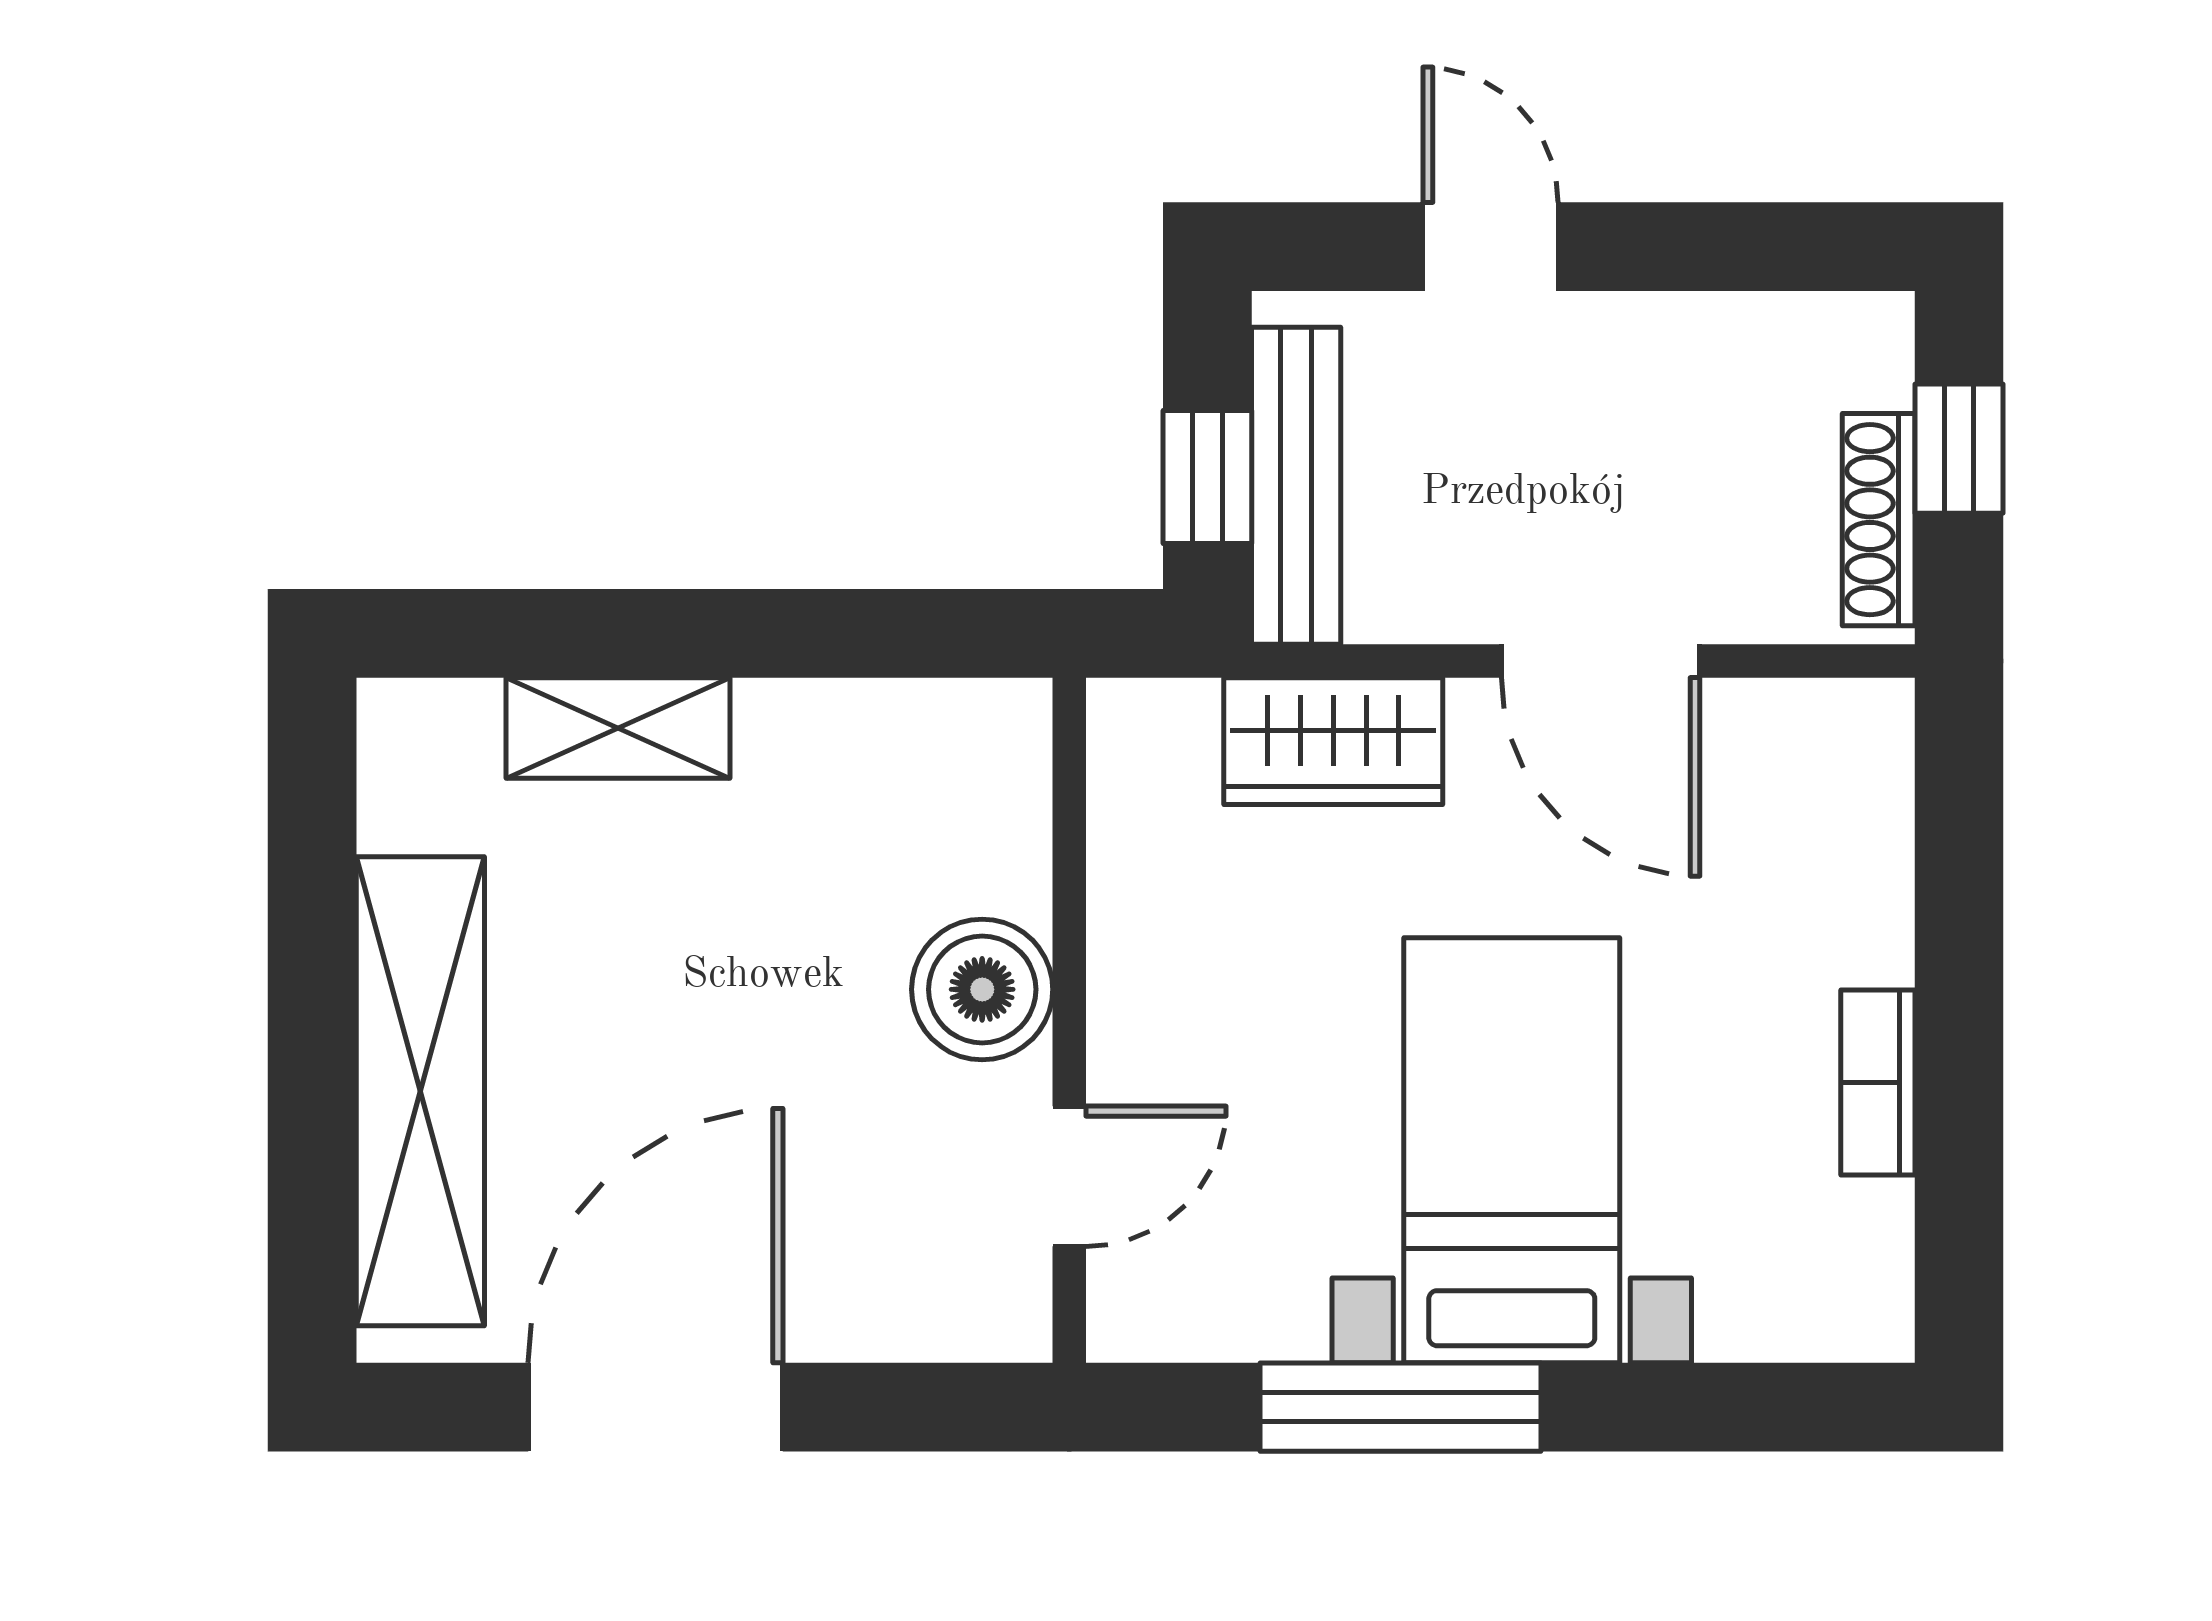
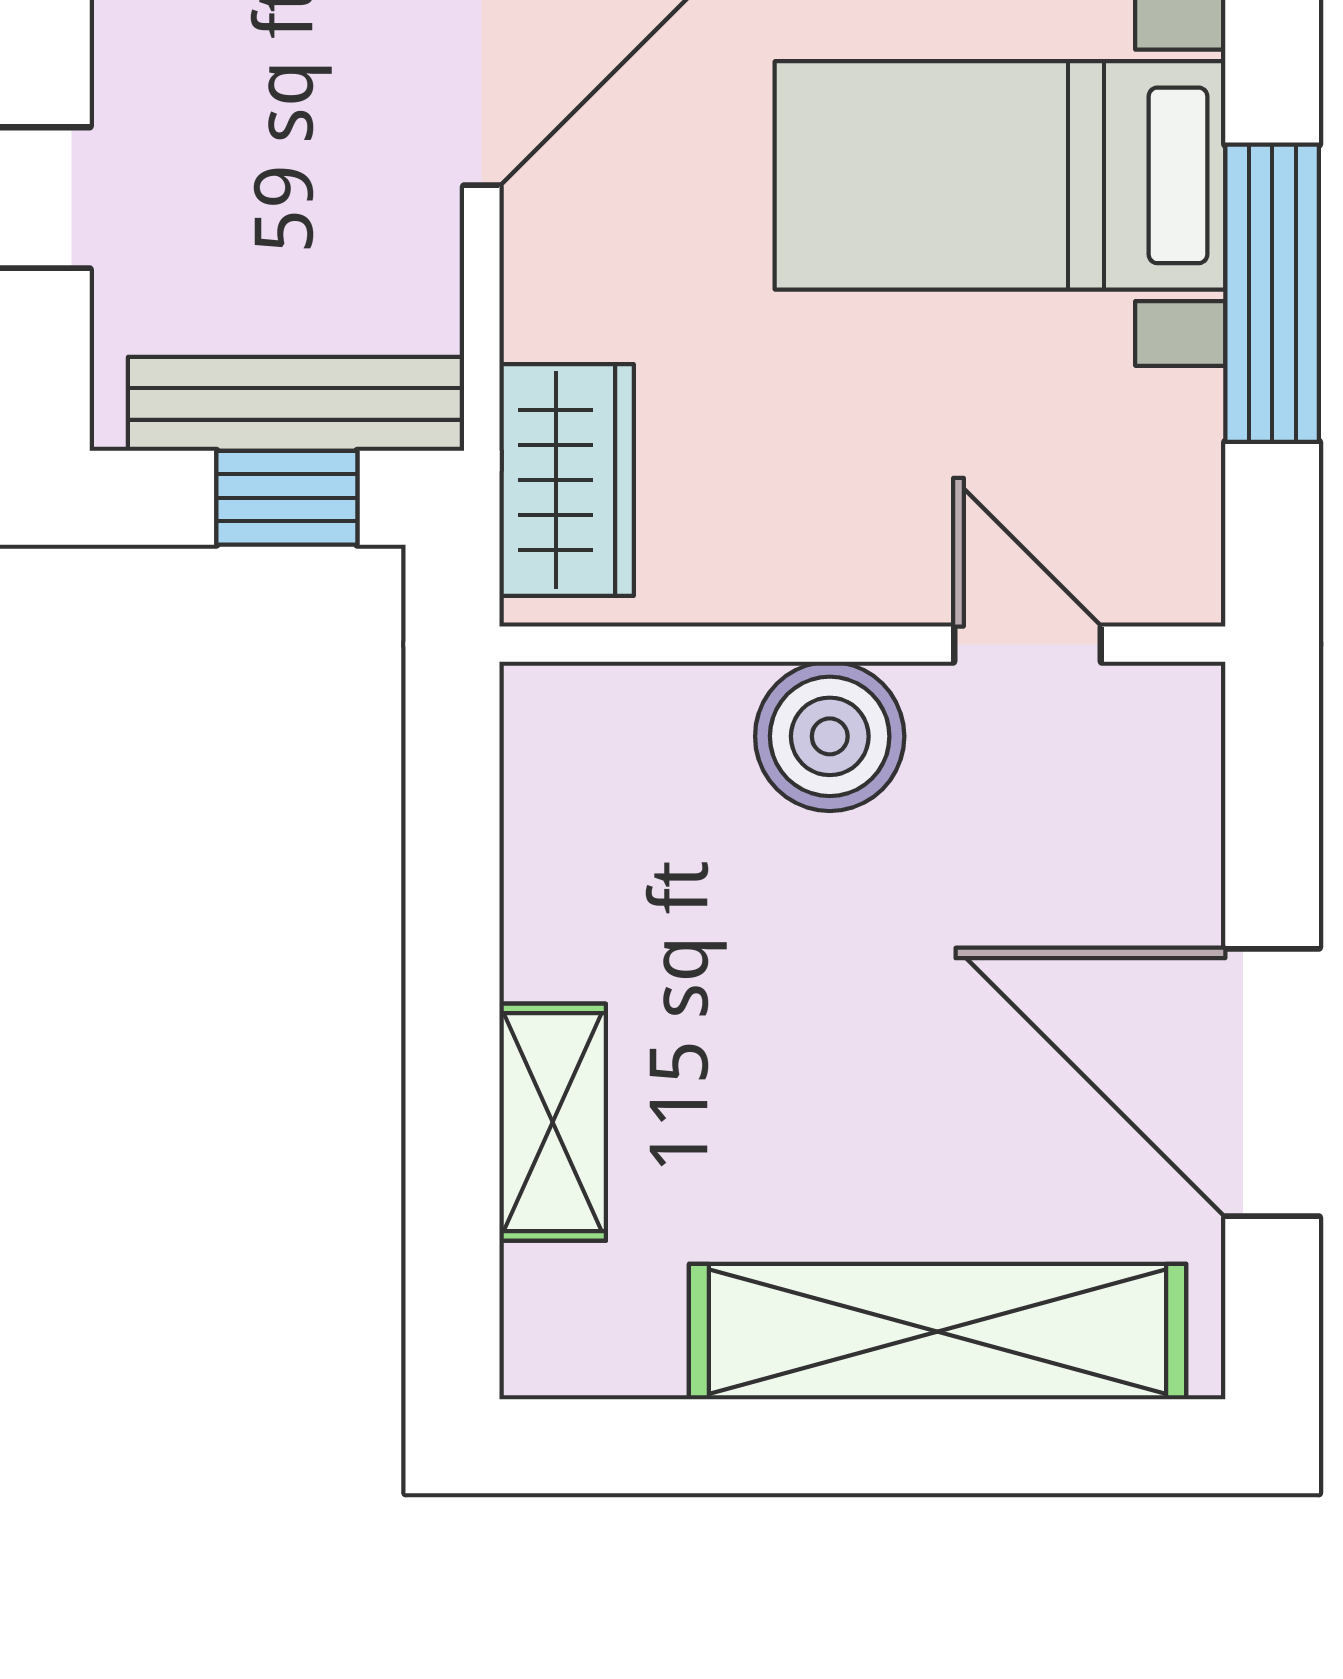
wardrobe: (1333, 741) -> (567, 480), moved

